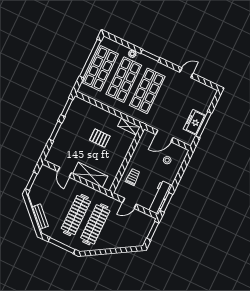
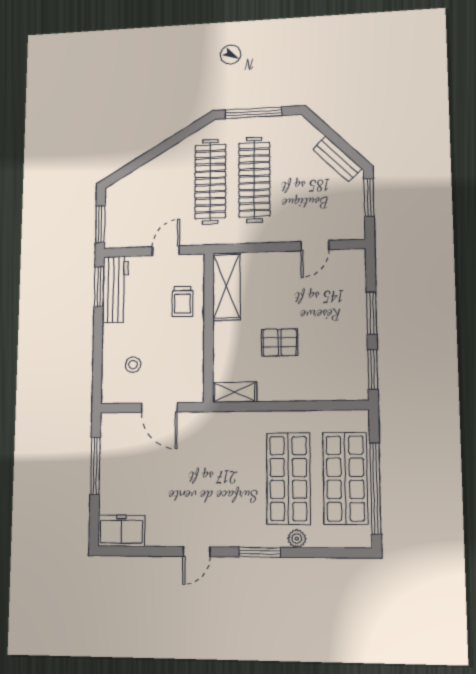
door: (186, 73) -> (196, 552), moved
shop shelf: (147, 91) -> (232, 479), removed
freezer: (195, 122) -> (121, 531), moved, turned -90
door: (164, 136) -> (159, 408), swing flipped
door: (65, 172) -> (315, 246), swing flipped
shelving: (90, 175) -> (226, 286), moved, turned 90
bench: (40, 217) -> (337, 159), moved

